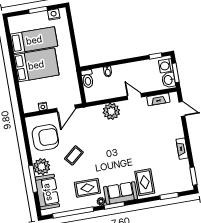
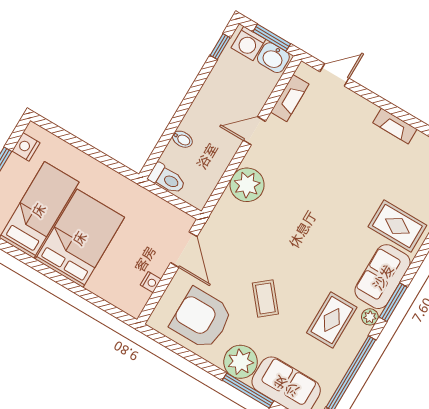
armchair: (45, 138) -> (201, 319), turned -90

